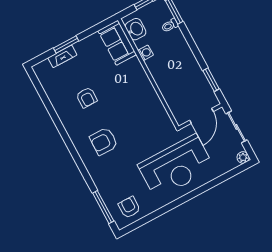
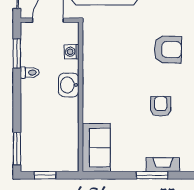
toilet: (170, 25) -> (30, 73), moved
washbasin: (136, 29) -> (69, 85), moved
washing machine: (146, 53) -> (72, 52), moved

